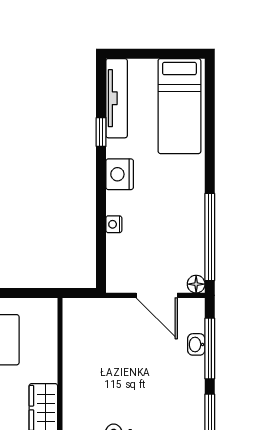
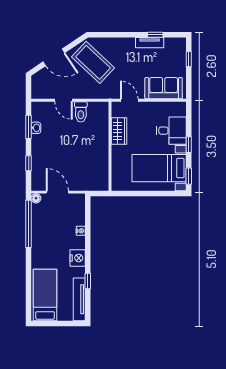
washbasin: (196, 344) -> (36, 128), moved
window: (210, 349) -> (29, 163), width x0.46

